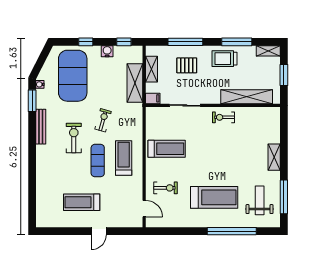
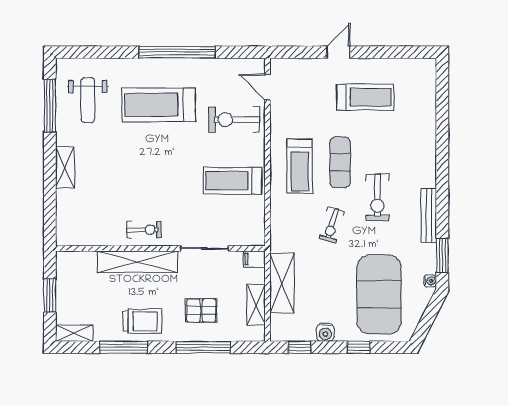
shelving: (247, 97) -> (138, 262), moved
exercise bike: (165, 188) -> (234, 120), width x1.38, depth x1.39
window: (232, 231) -> (177, 52), moved

